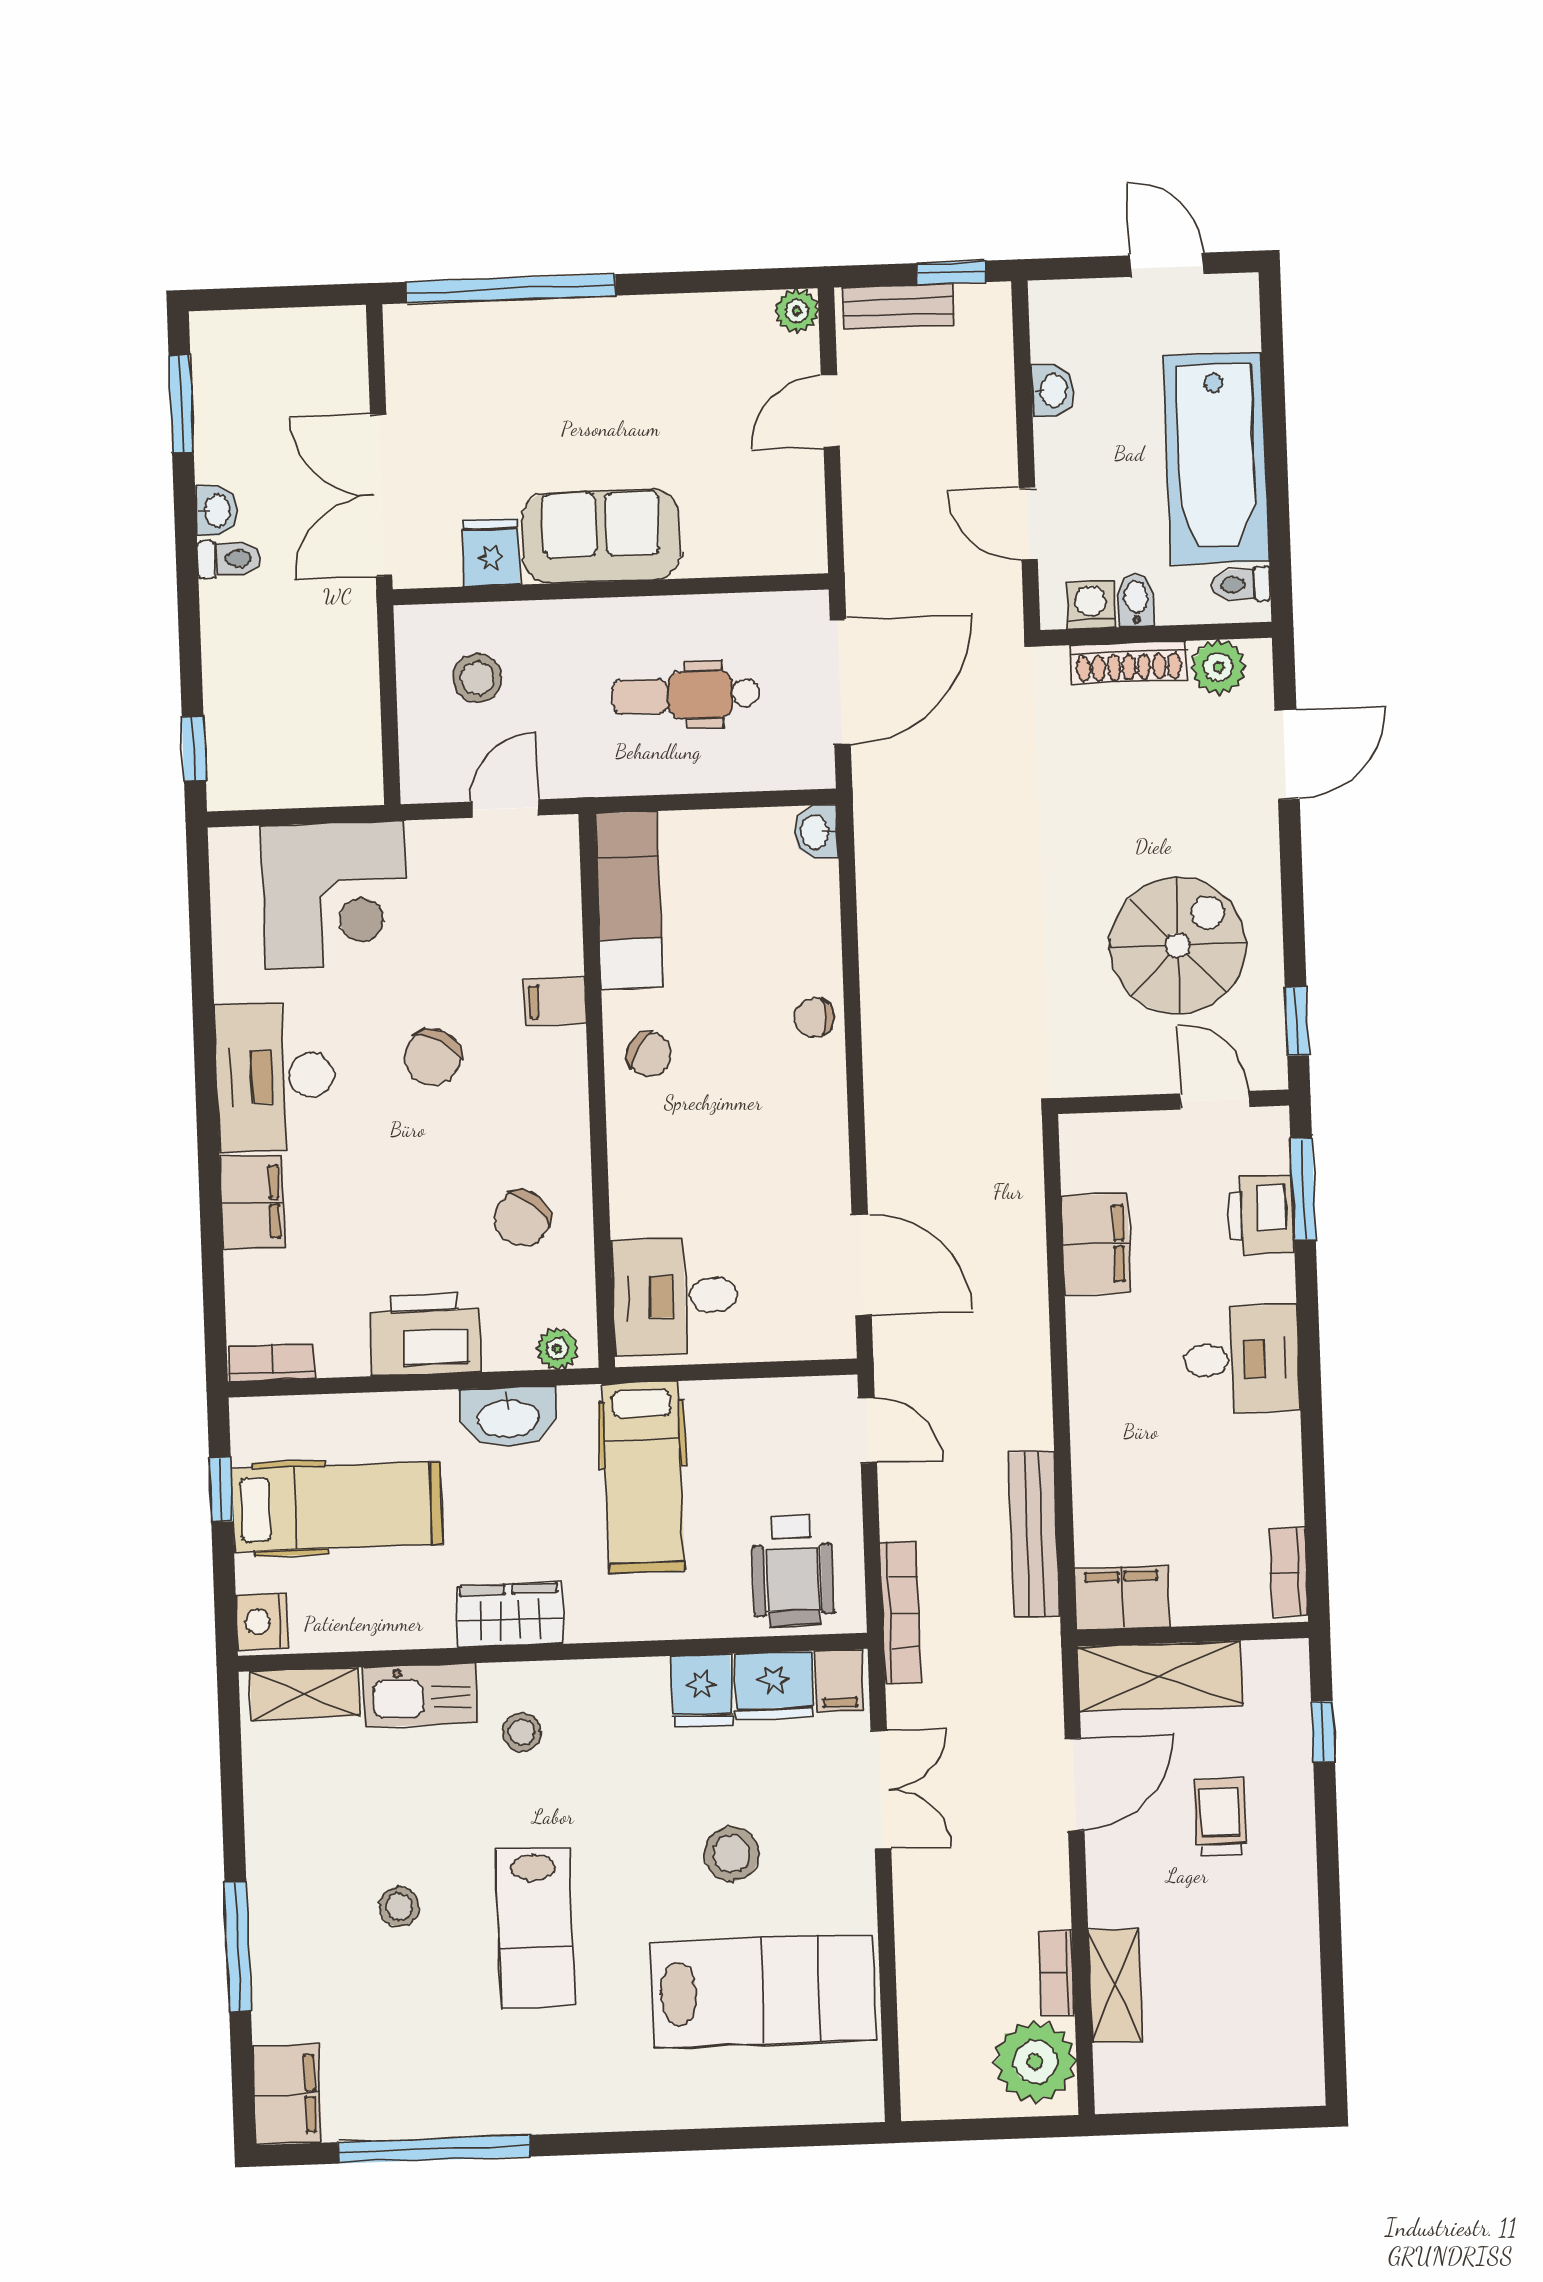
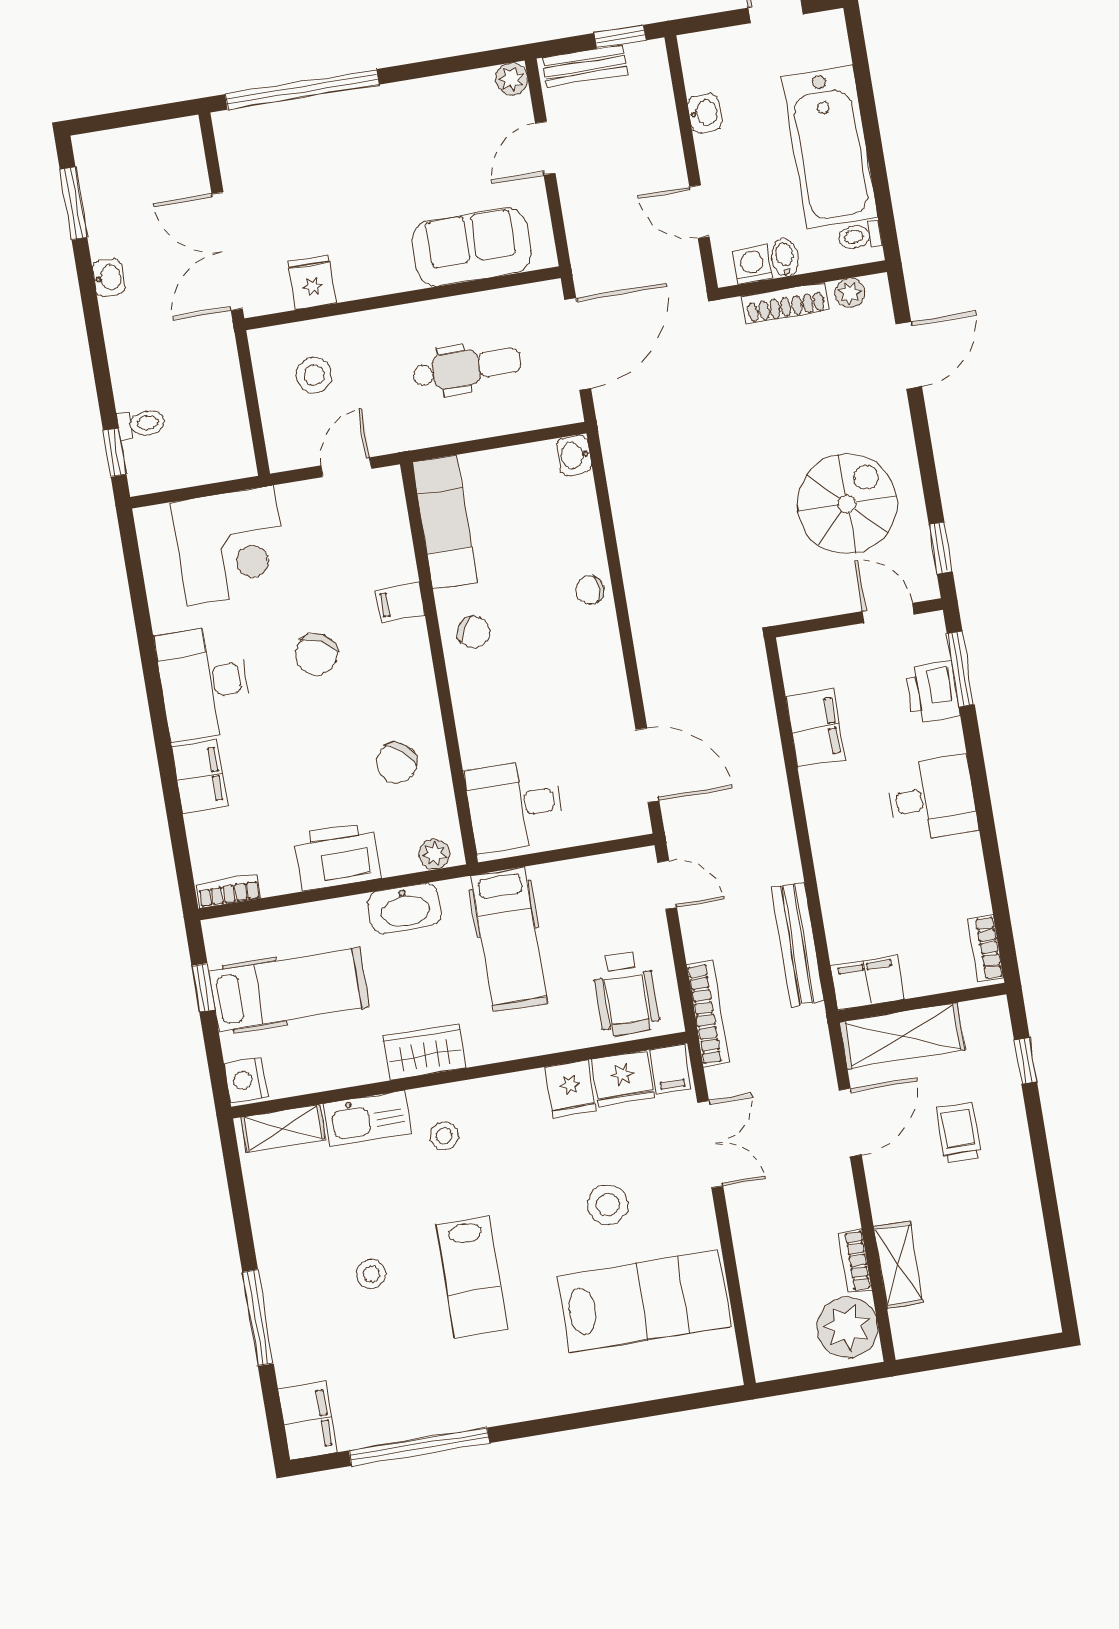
sofa: (601, 536) -> (472, 247), moved
toilet: (229, 559) -> (141, 424), moved
plant: (1218, 667) -> (850, 293), width x0.73, depth x0.73
dental chair: (686, 695) -> (467, 368), turned 180

